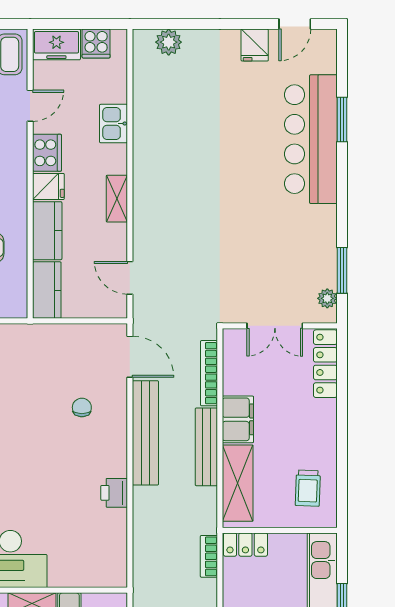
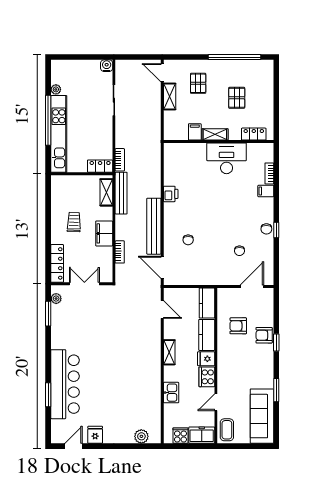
bookcase: (209, 373) -> (120, 252), width x0.64
bench: (206, 447) -> (121, 193), moved
shelving: (238, 483) -> (106, 192), width x0.67, depth x0.75
trolley: (308, 488) -> (74, 222), moved

